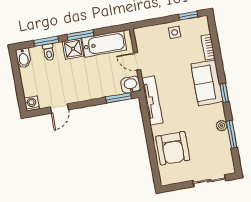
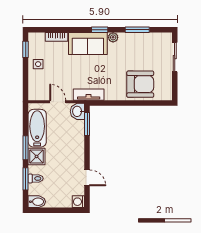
door: (137, 61) -> (58, 102), swing flipped
tv unit: (152, 100) -> (89, 95), width x0.71
plant: (222, 126) -> (113, 37), moved

